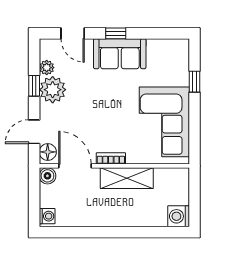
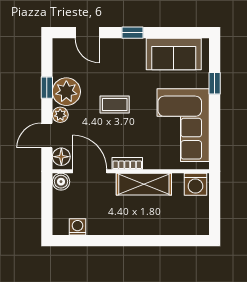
sofa: (120, 54) -> (174, 54), moved
plant: (47, 68) -> (60, 115), moved
coffee table: (99, 102) -> (115, 105), added
washing machine: (47, 216) -> (78, 227), moved, turned -90
washing machine: (179, 216) -> (195, 184), moved, turned -90

